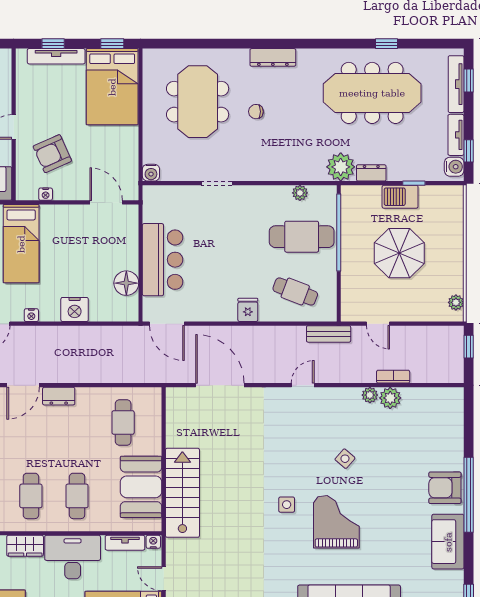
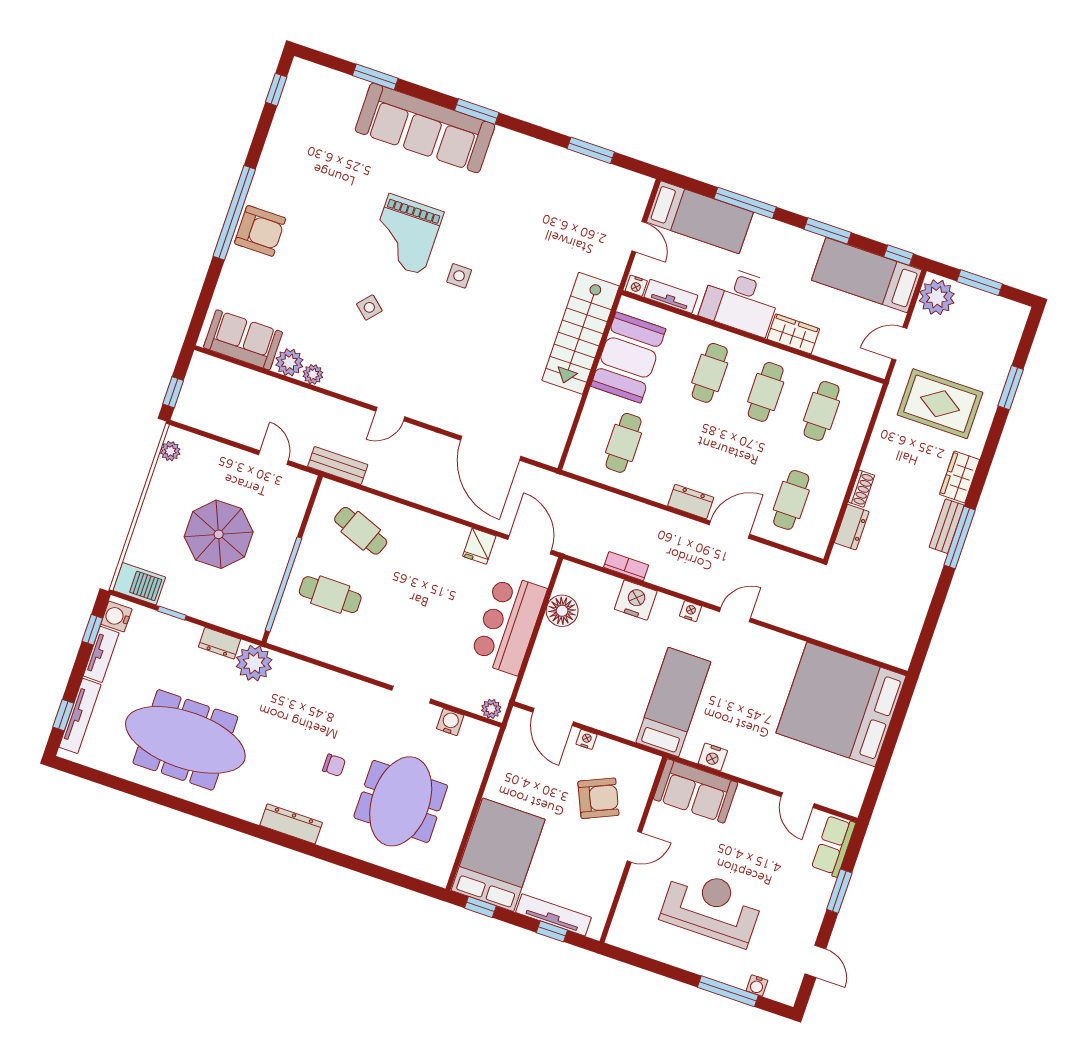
window: (387, 44) -> (148, 794), removed
water cooler: (151, 173) -> (450, 722), moved
plant: (300, 193) -> (491, 709), moved
nightstand: (46, 194) -> (586, 739), moved
barbecue: (400, 197) -> (139, 584), moved
cafe table: (302, 237) -> (330, 595), width x0.73, depth x0.74
fridge: (248, 310) -> (479, 546), moved
bookcase: (393, 377) -> (626, 566), moved, turned 180
sofa: (448, 542) -> (243, 340), moved, turned -90

